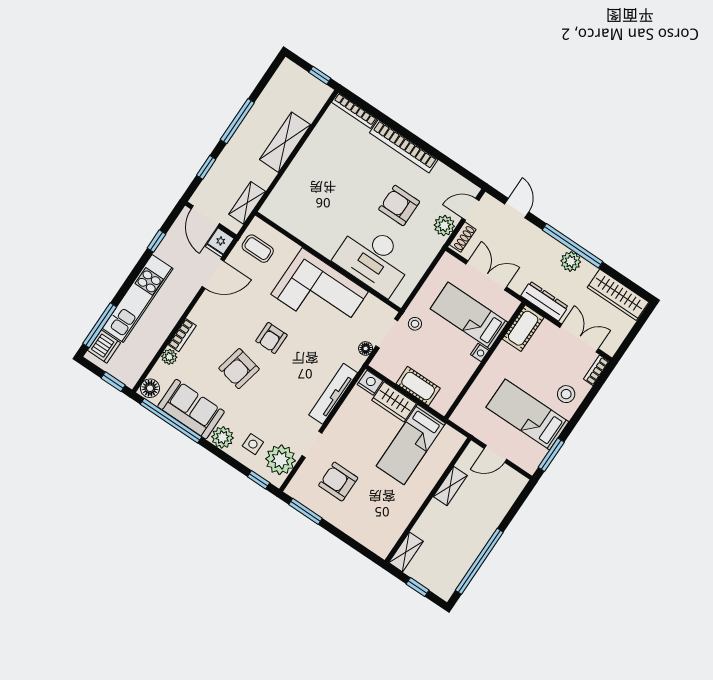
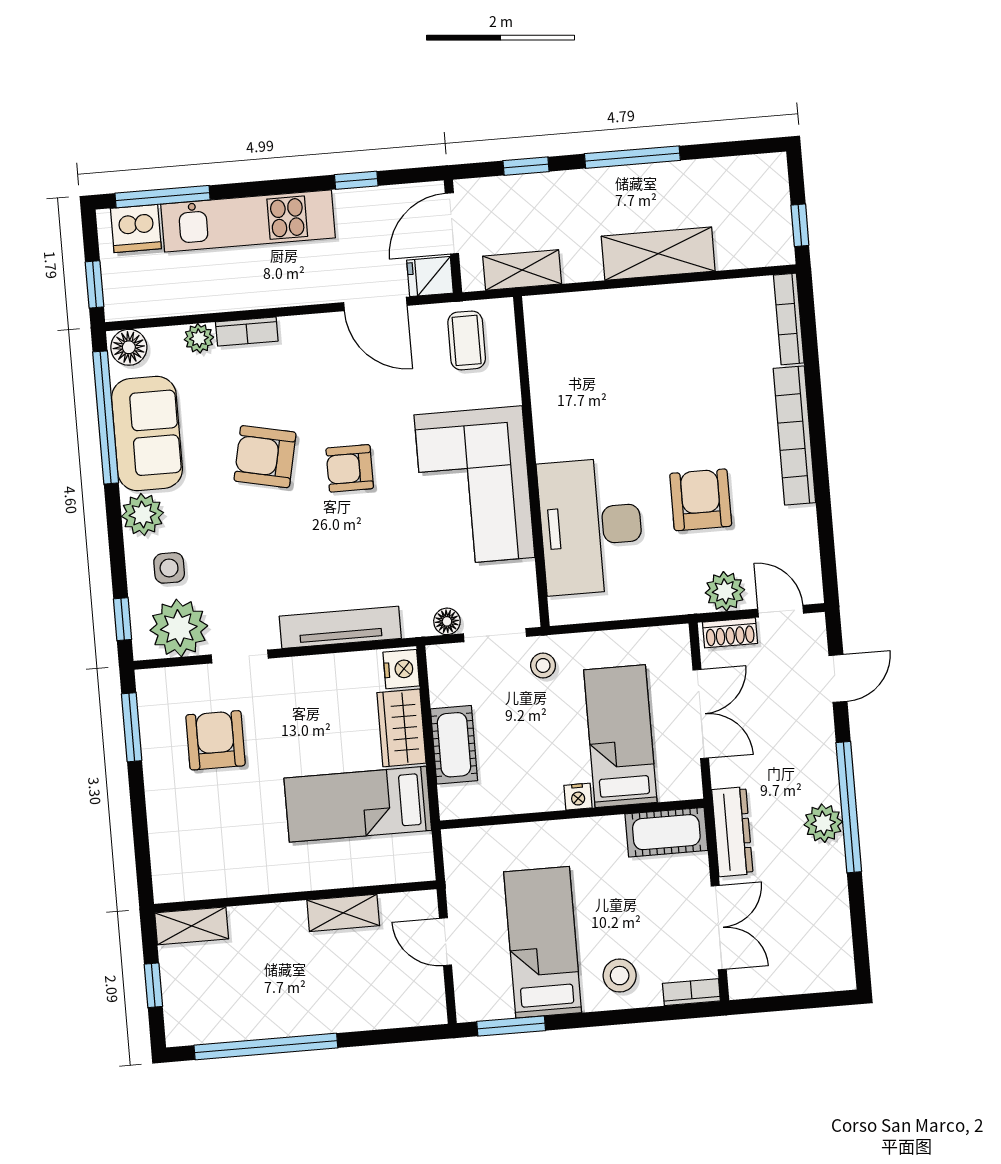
wardrobe: (618, 295) -> (830, 934), removed

